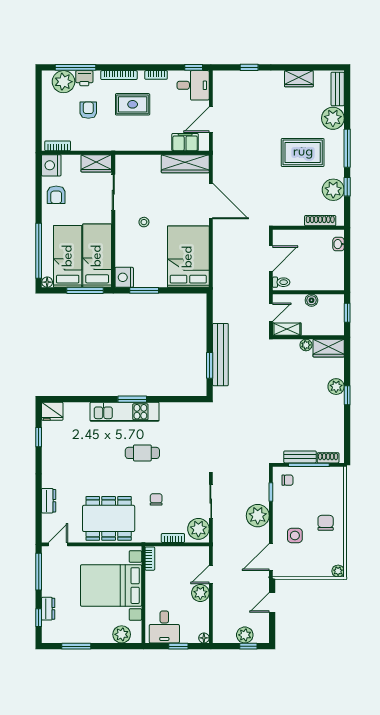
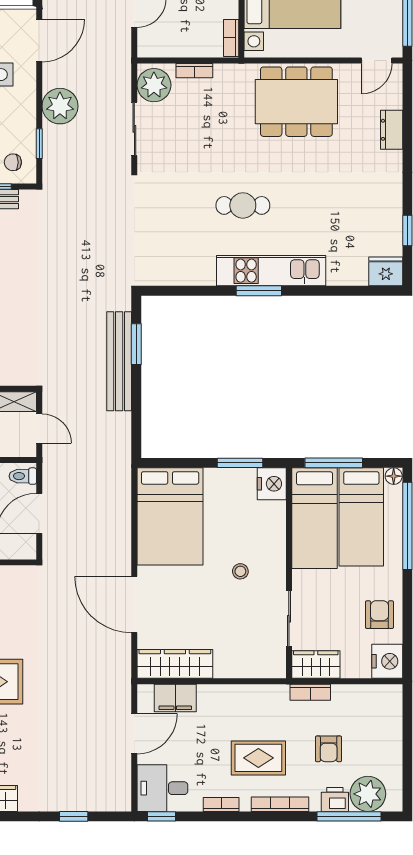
bookcase: (58, 146) -> (310, 692), moved
door: (271, 312) -> (39, 428), swing flipped
chair: (156, 499) -> (221, 132), removed

